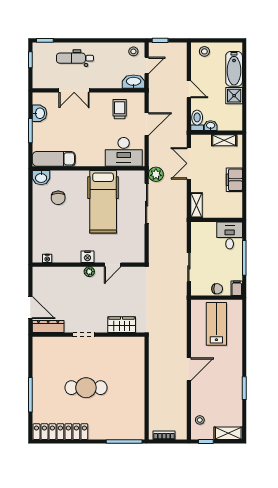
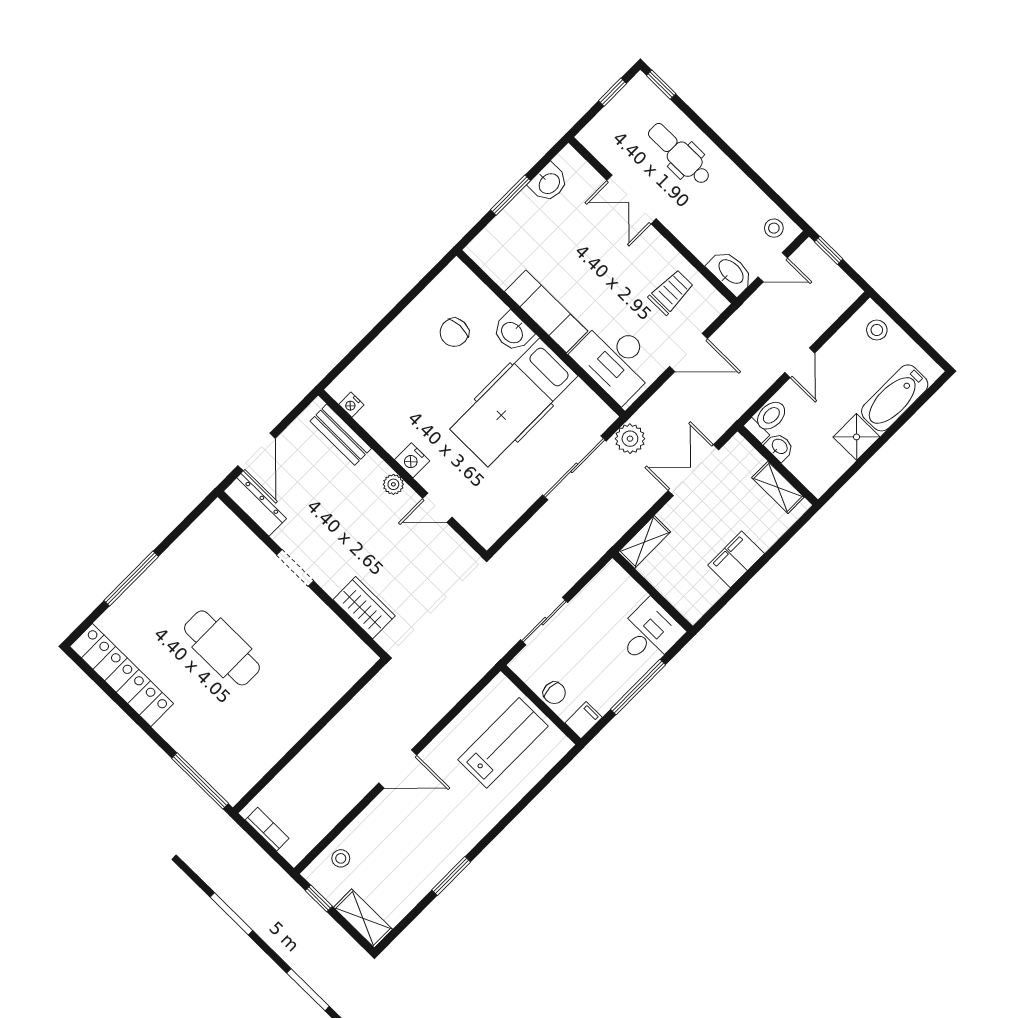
exam couch: (54, 159) -> (546, 311), moved
washbasin: (41, 178) -> (513, 332), moved
bench: (54, 273) -> (341, 435), added

